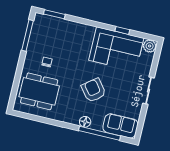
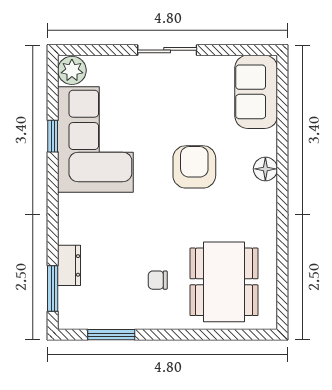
dresser: (63, 24) -> (69, 265), added
window: (28, 35) -> (111, 335), width x0.69
armchair: (94, 90) -> (194, 167), turned 128
window: (99, 133) -> (282, 133), removed

